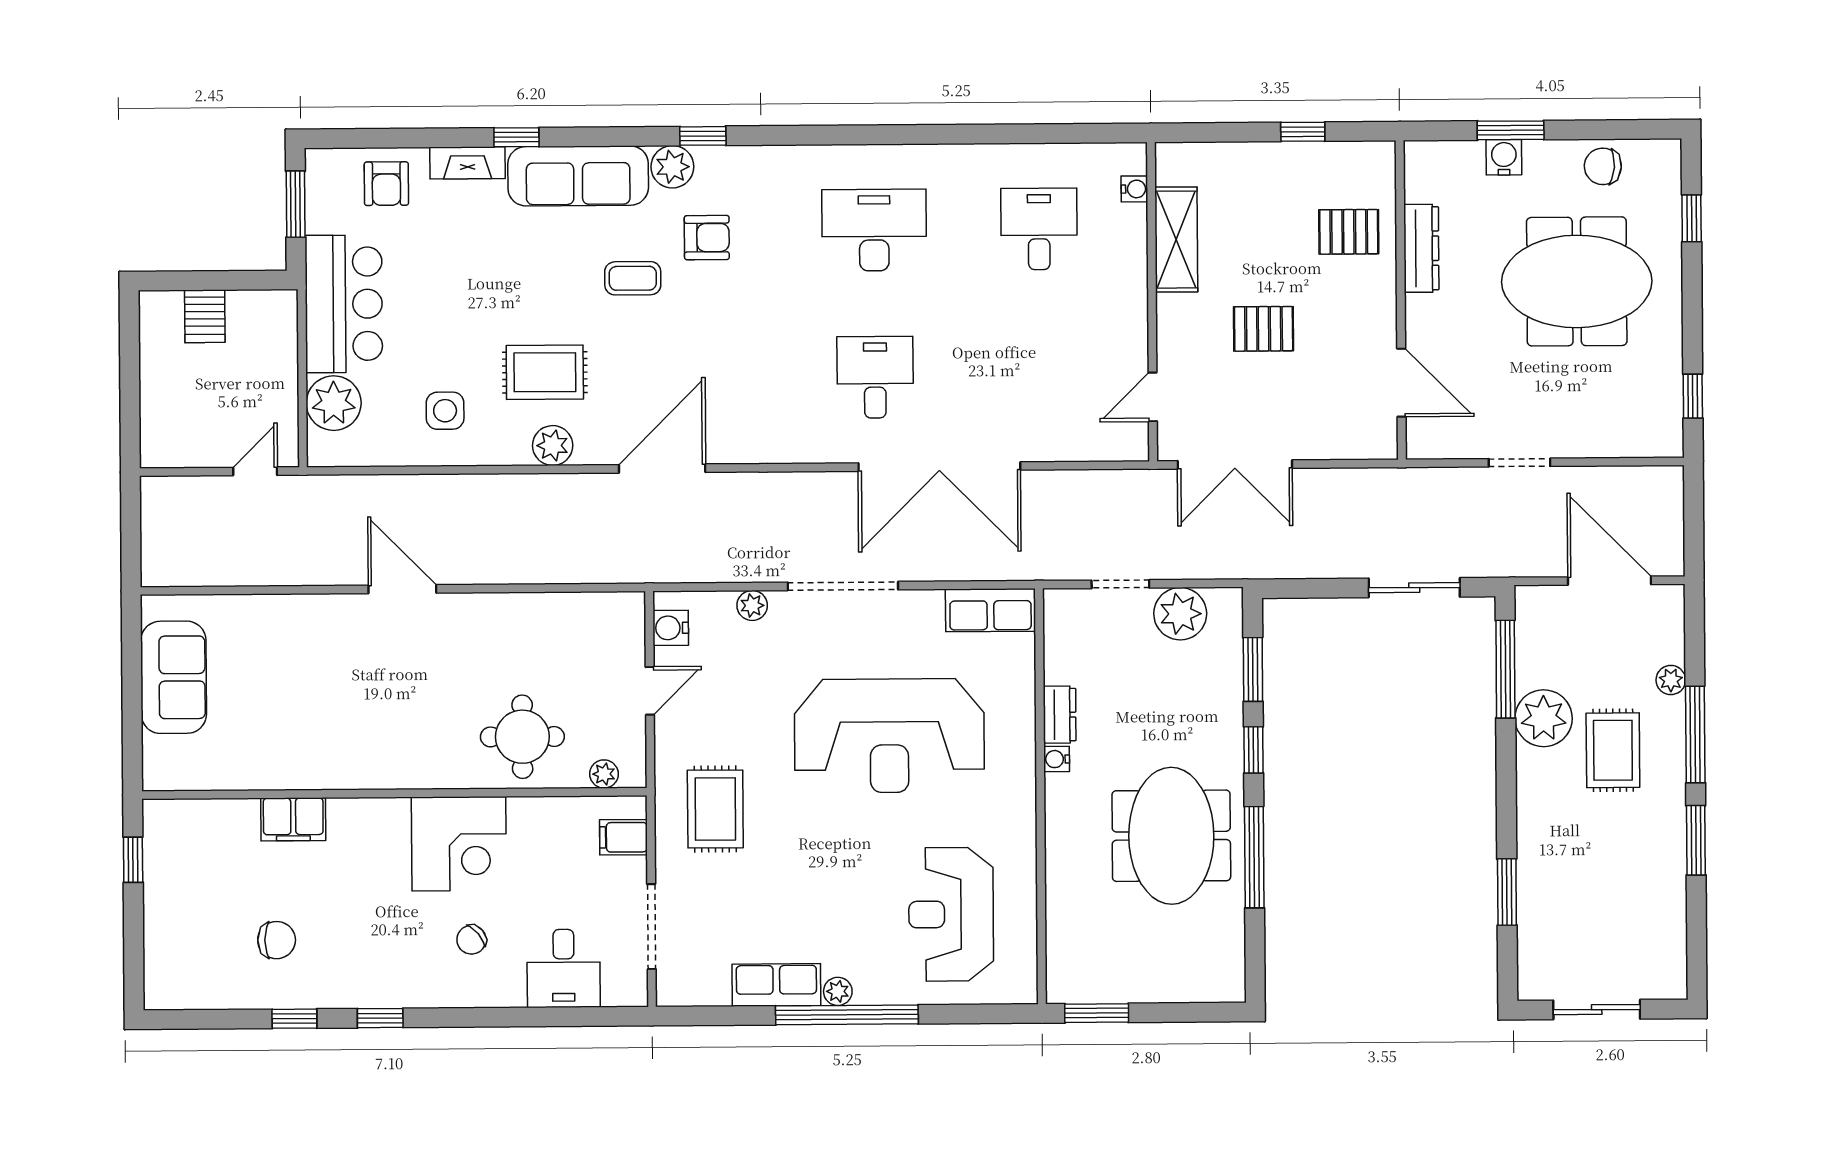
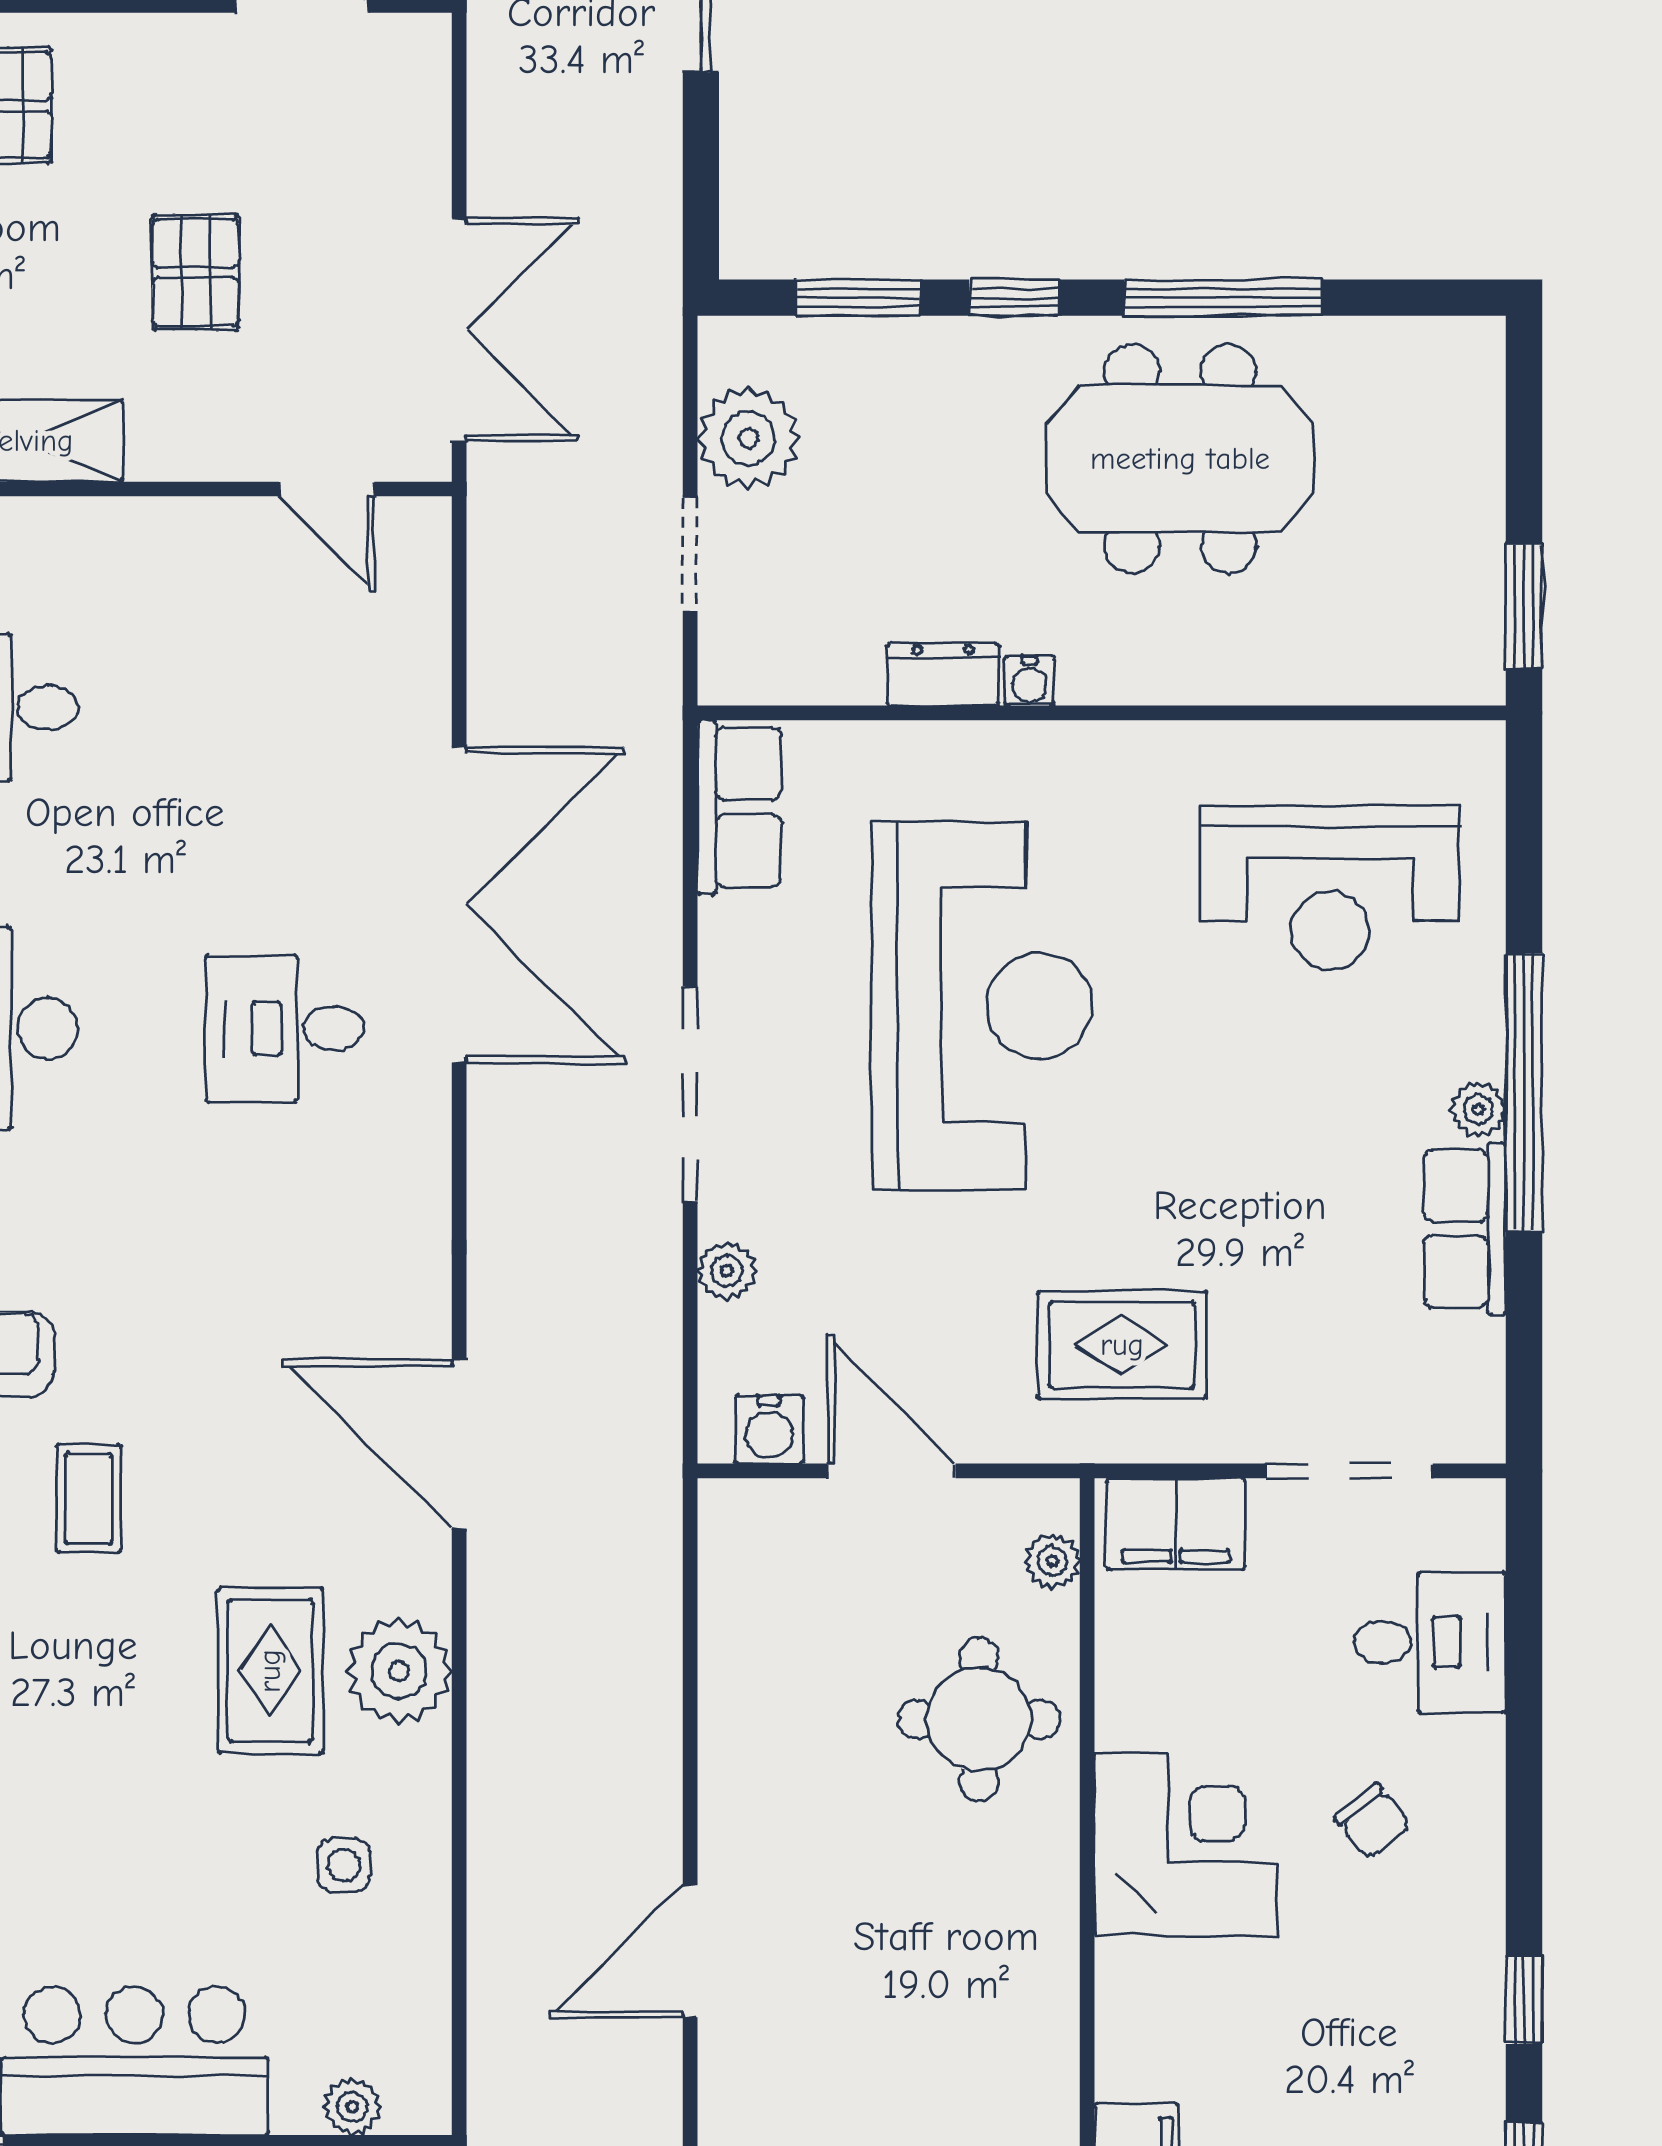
plant: (334, 403) -> (352, 2107), width x0.53, depth x0.53
side table: (445, 411) -> (344, 1865), width x0.73, depth x0.73
plant: (553, 446) -> (399, 1671), width x1.36, depth x1.36
door: (650, 691) -> (891, 1471), width x1.38
filing cabinet: (623, 837) -> (1176, 1524), width x2.00

